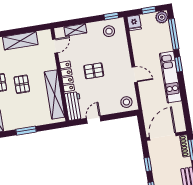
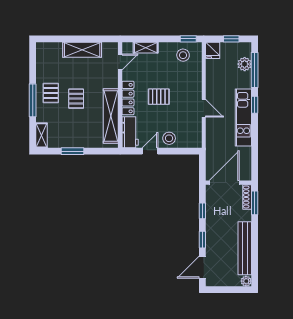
plant: (162, 17) -> (245, 64), moved
stool: (126, 102) -> (169, 138), moved

